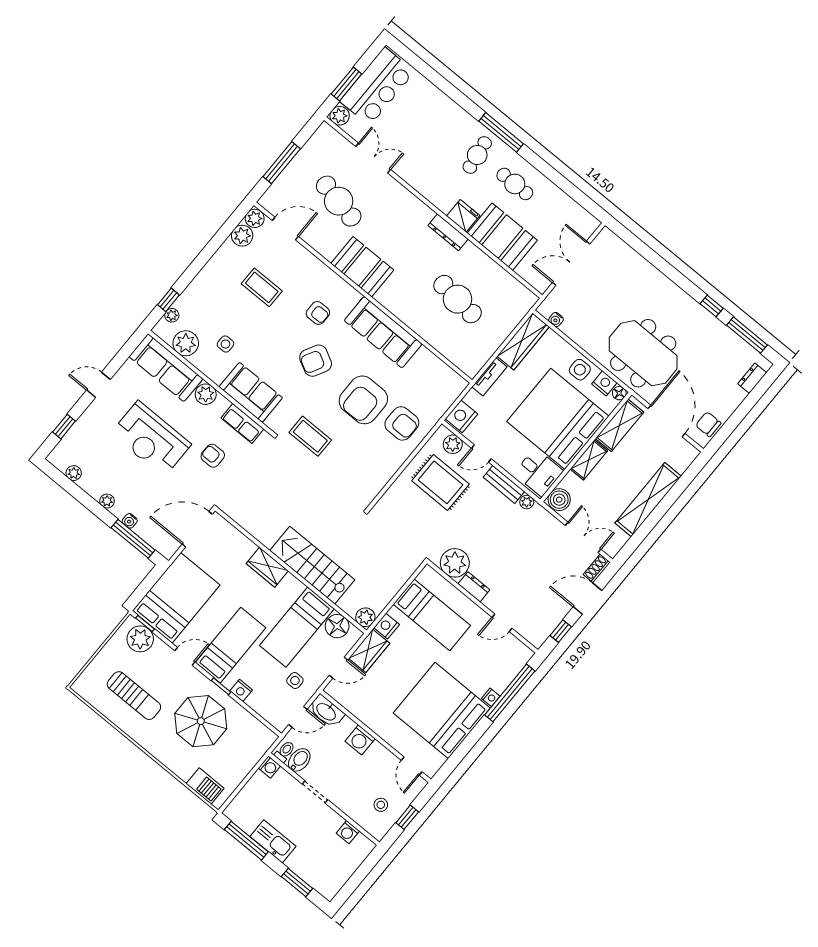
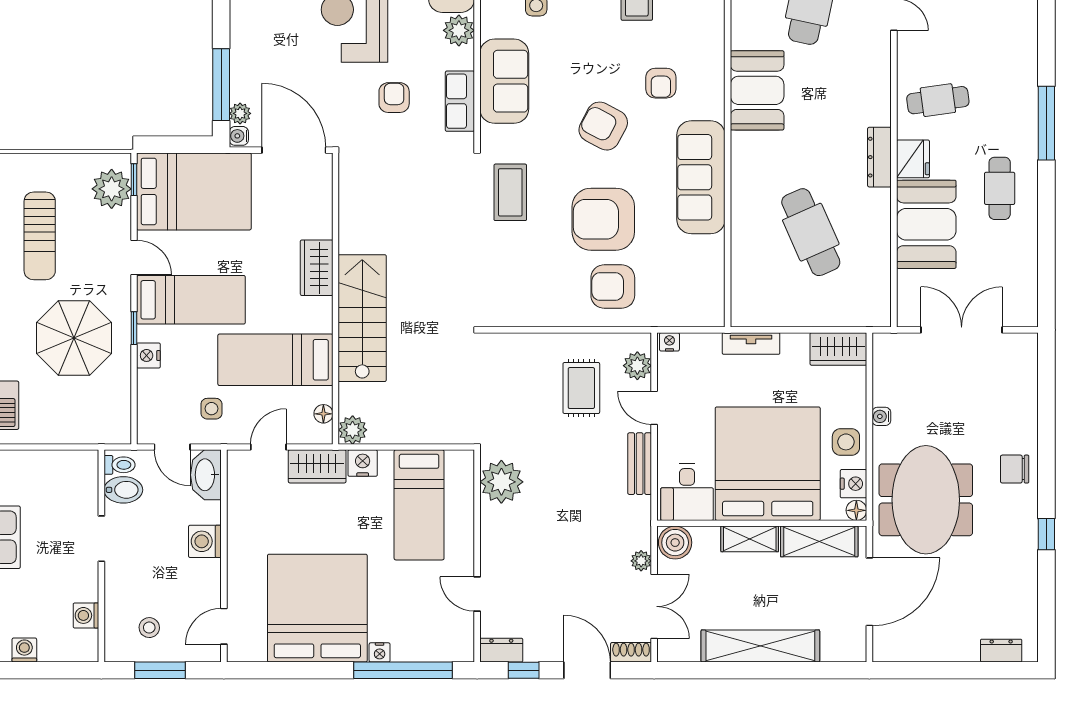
cafe table: (477, 155) -> (938, 100), moved
cafe table: (458, 299) -> (811, 232), turned -30
water cooler: (556, 320) -> (881, 416), moved
window: (747, 335) -> (1046, 603), removed
wardrobe: (523, 342) -> (838, 349), width x0.67
nightstand: (462, 416) -> (669, 342), width x0.53, depth x0.56
armchair: (402, 423) -> (613, 287), turned 90
chair: (708, 424) -> (1015, 469), moved, turned -90
rug: (440, 482) -> (581, 388), width x0.73, depth x0.70
plant: (107, 501) -> (240, 113), moved
plant: (527, 502) -> (641, 561), moved
water cooler: (130, 521) -> (239, 136), moved
dresser: (474, 587) -> (501, 650), moved, turned -90
floor lamp: (337, 626) -> (323, 414), width x0.53, depth x0.53
door: (339, 668) -> (268, 447), swing flipped
washing machine: (269, 767) -> (24, 650), moved, turned 180
window: (407, 817) -> (160, 670), width x1.50

